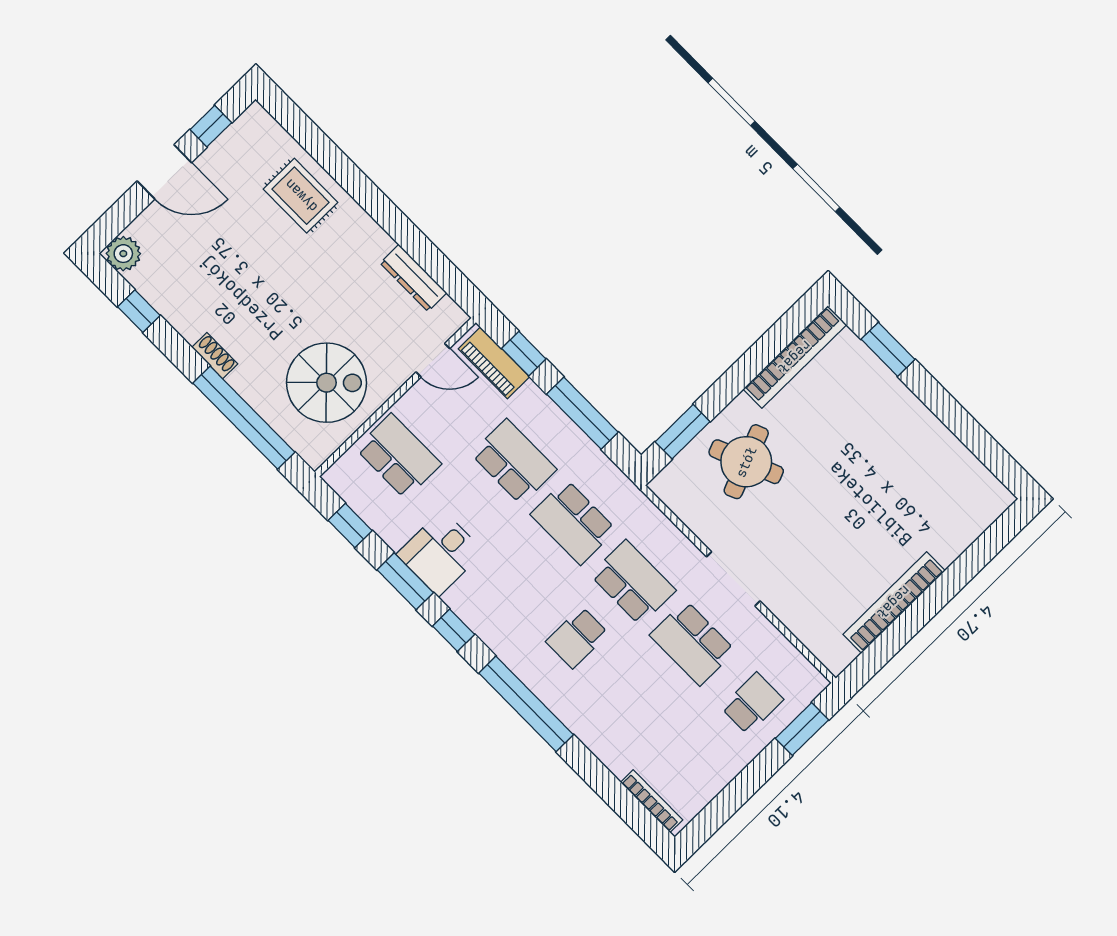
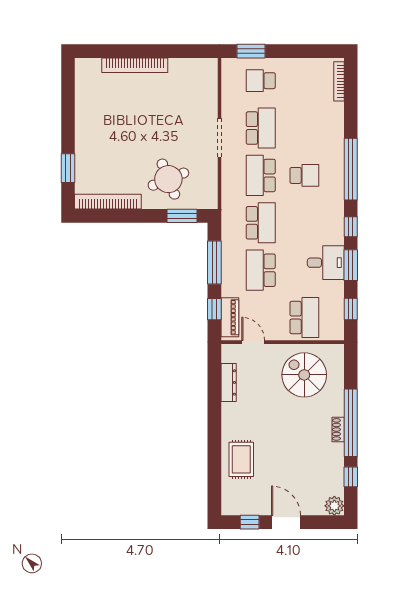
window: (244, 418) -> (351, 423), moved
school desk: (398, 456) -> (304, 318), turned 180
bookcase: (894, 602) -> (135, 65), moved

